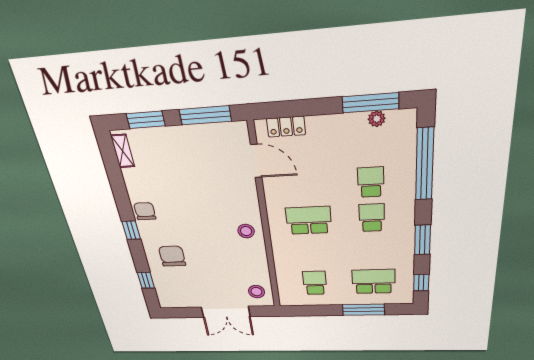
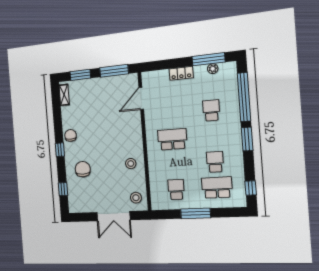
locker: (286, 127) -> (181, 73), moved
door: (256, 161) -> (141, 98), swing flipped
school desk: (372, 218) -> (215, 162), moved
stool: (246, 231) -> (131, 164), moved
window: (422, 240) -> (247, 139), moved
window: (363, 310) -> (196, 213), moved

